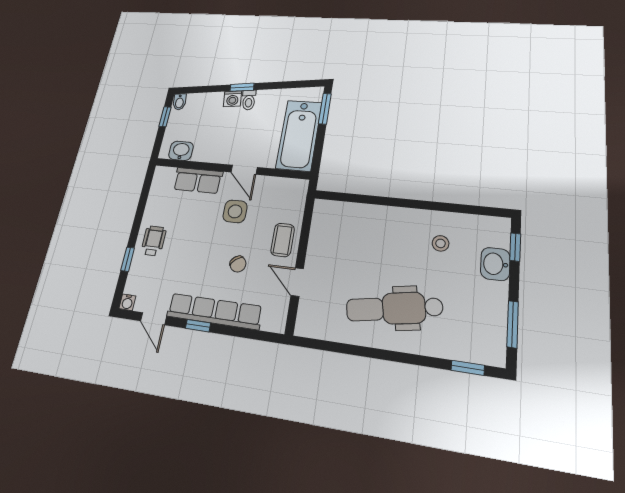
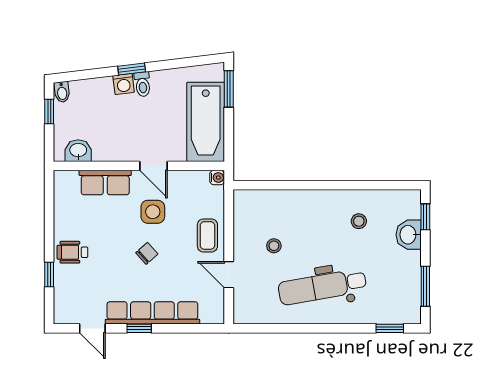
wheelchair: (154, 241) -> (72, 252), turned -90
stool: (348, 258) -> (274, 246), added
chair: (238, 264) -> (147, 253), moved, turned -93
water cooler: (127, 302) -> (217, 178), moved, turned -90

